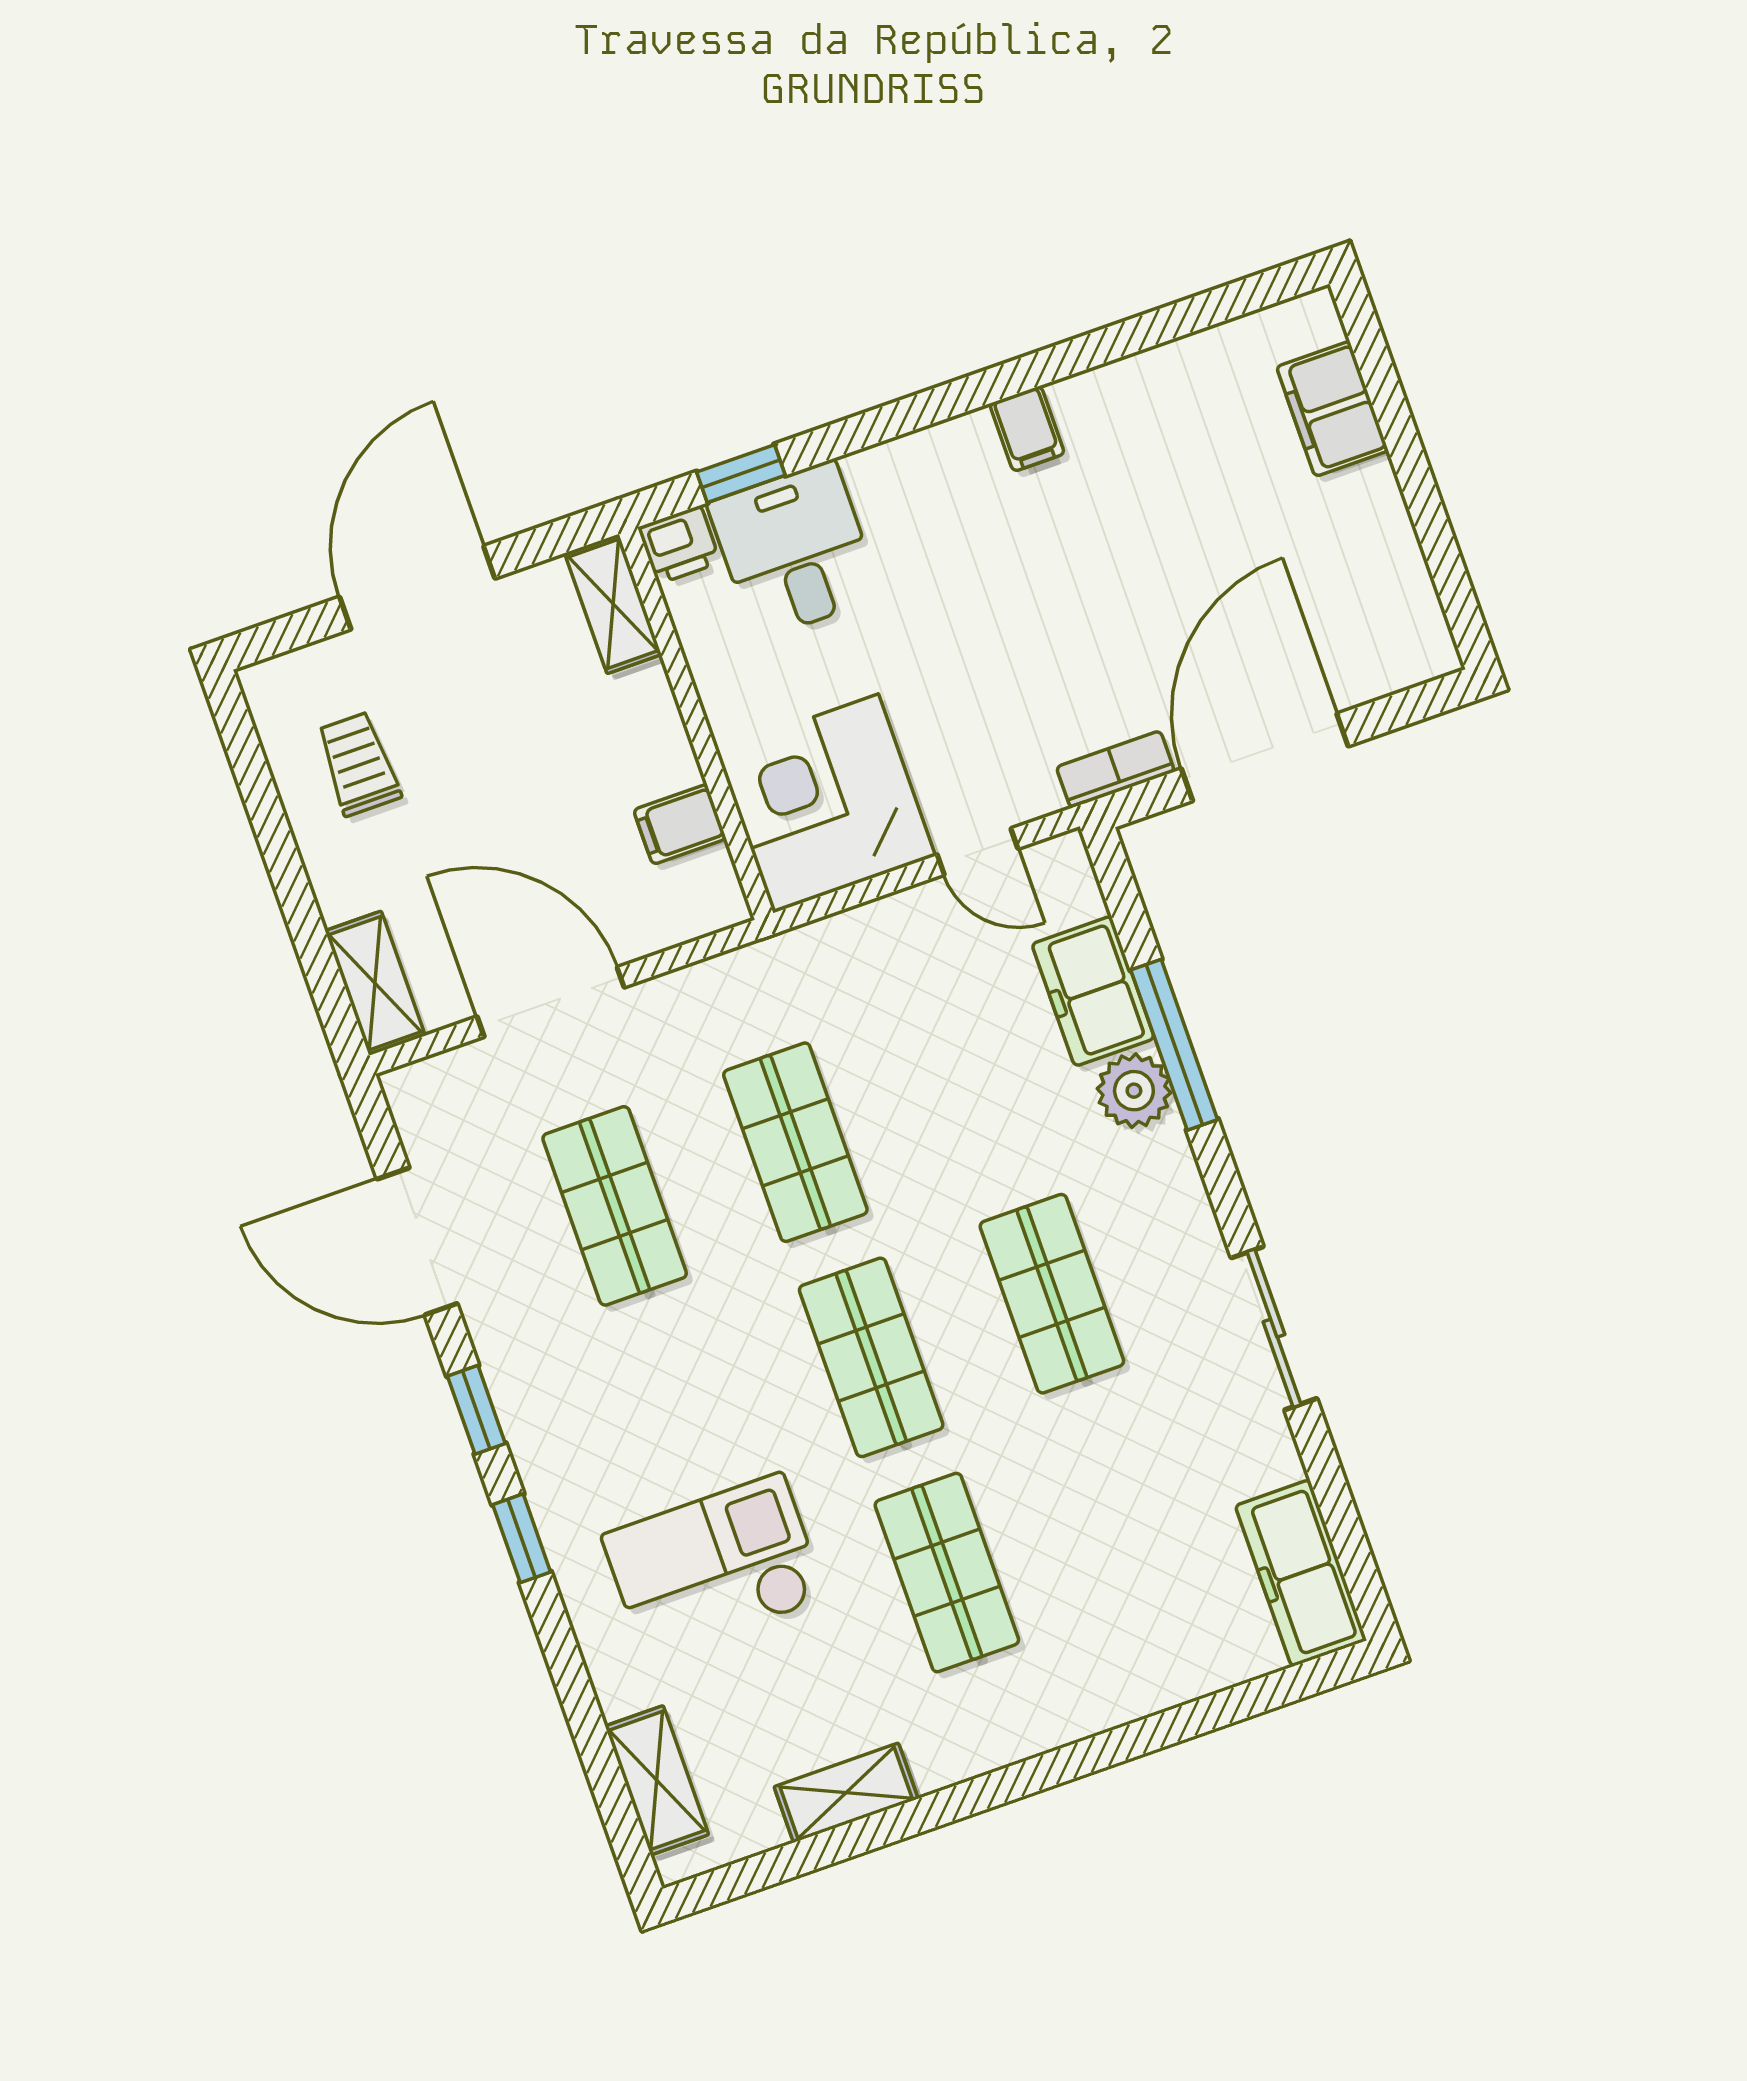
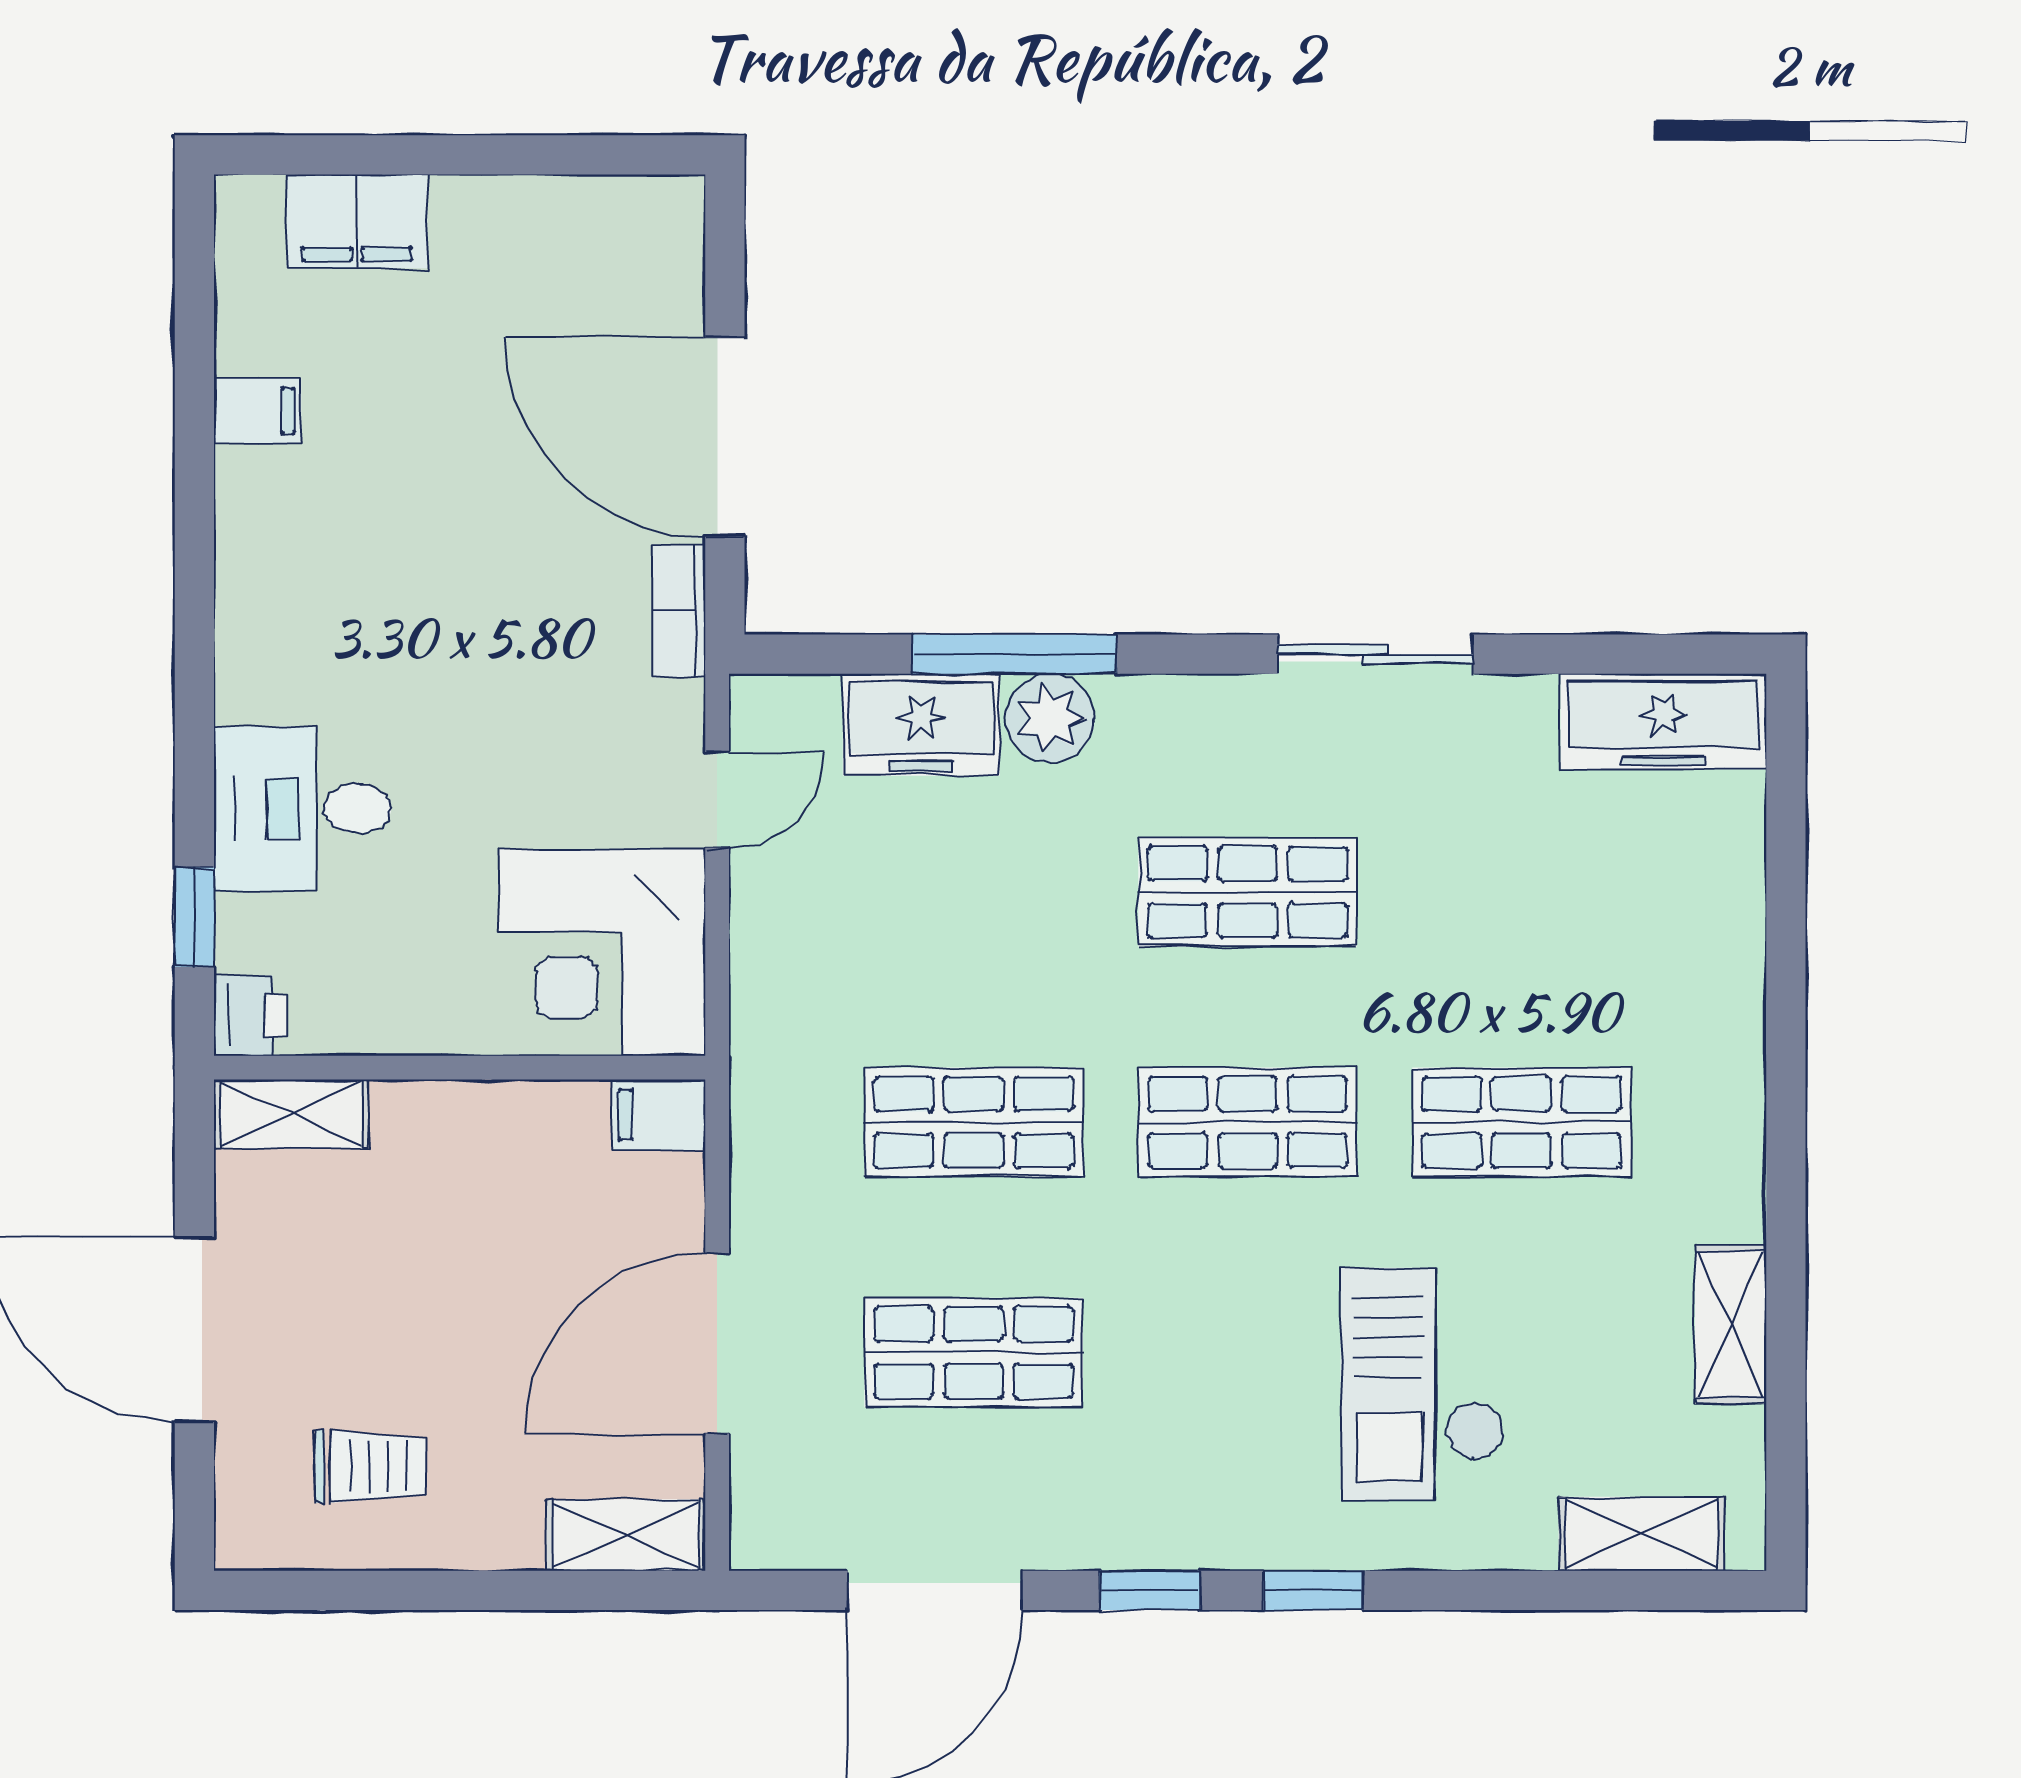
filing cabinet: (1027, 429) -> (258, 411), moved
desk: (795, 550) -> (302, 809), moved
trolley: (358, 764) -> (371, 1466), turned 180
filing cabinet: (680, 824) -> (658, 1115), moved, turned 90

